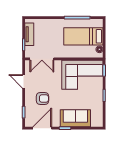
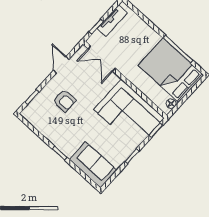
bed: (83, 36) -> (171, 70), width x1.50
sofa: (75, 118) -> (93, 165), moved
door: (42, 128) -> (36, 131), removed

